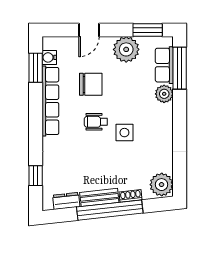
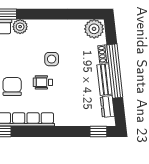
wheelchair: (96, 122) -> (43, 82), turned 90
window: (36, 176) -> (98, 132), moved

